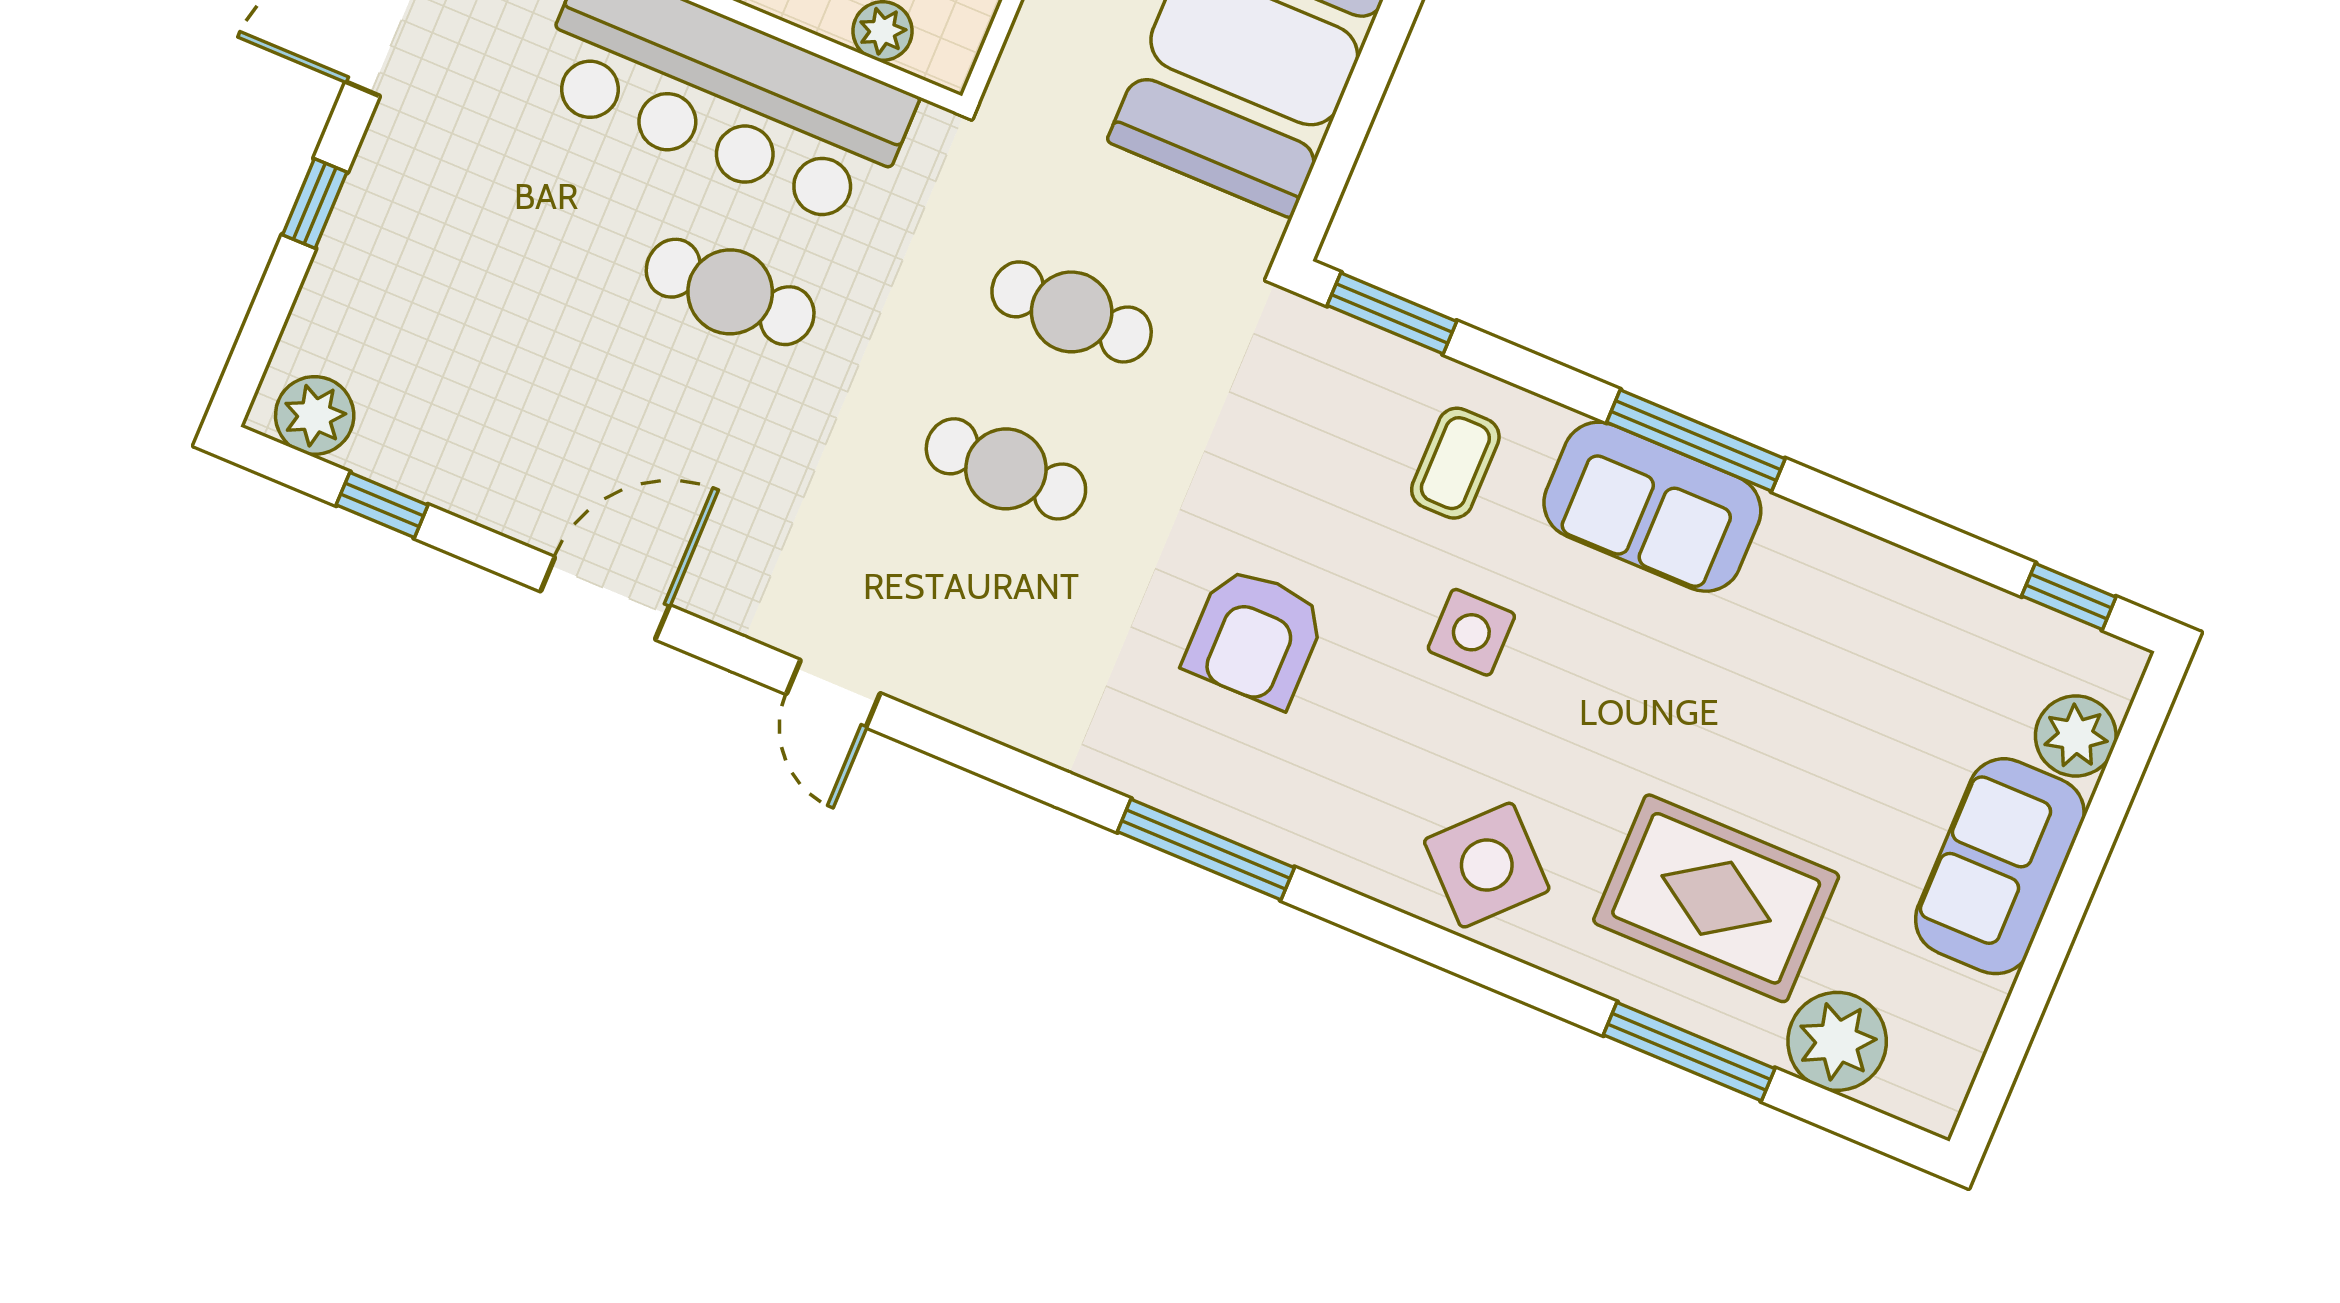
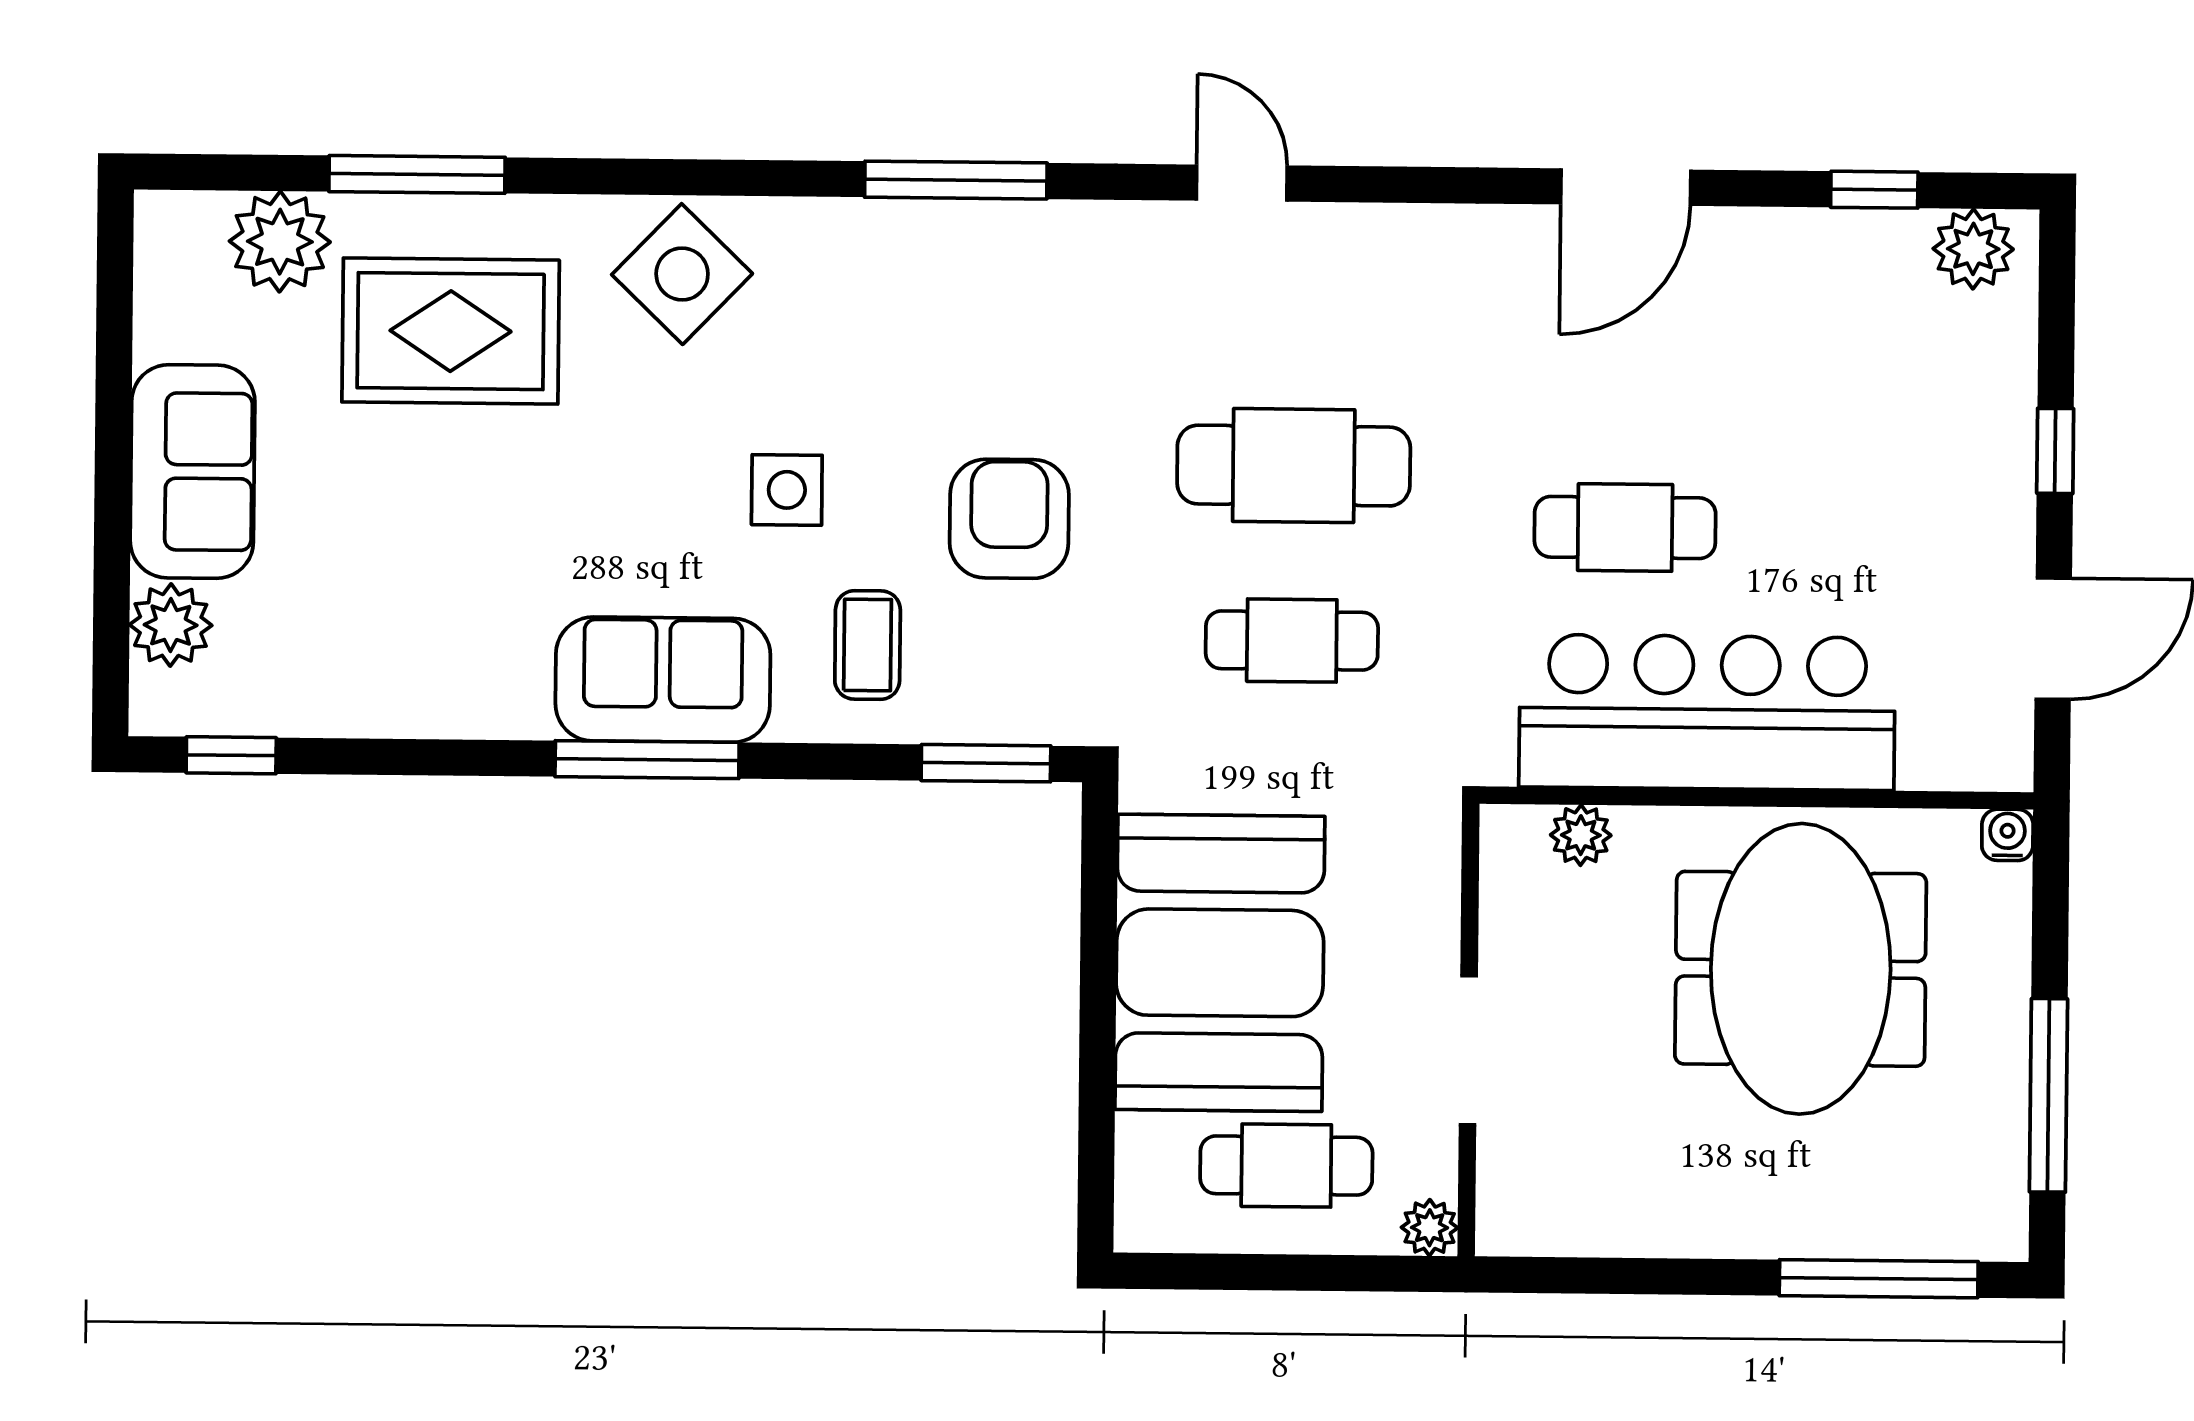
cafe table: (1006, 469) -> (1294, 466), width x1.37, depth x1.35
armchair: (1255, 637) -> (1009, 519), moved
door: (833, 694) -> (1242, 183), moved

